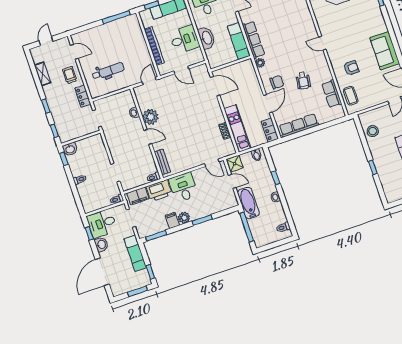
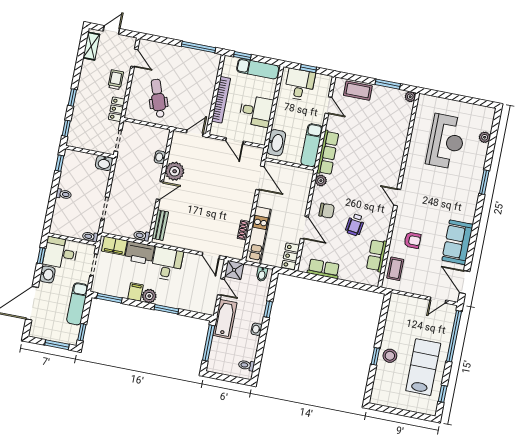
washbasin: (207, 38) -> (276, 143), moved
dental chair: (108, 71) -> (158, 98), turned -109
shelving: (43, 74) -> (91, 46), moved
door: (268, 104) -> (304, 228), hinge flipped
row of seats: (299, 125) -> (324, 269), width x0.68
stool: (373, 131) -> (390, 356), moved
door: (148, 137) -> (160, 190), hinge flipped
washbasin: (70, 149) -> (104, 163), moved

